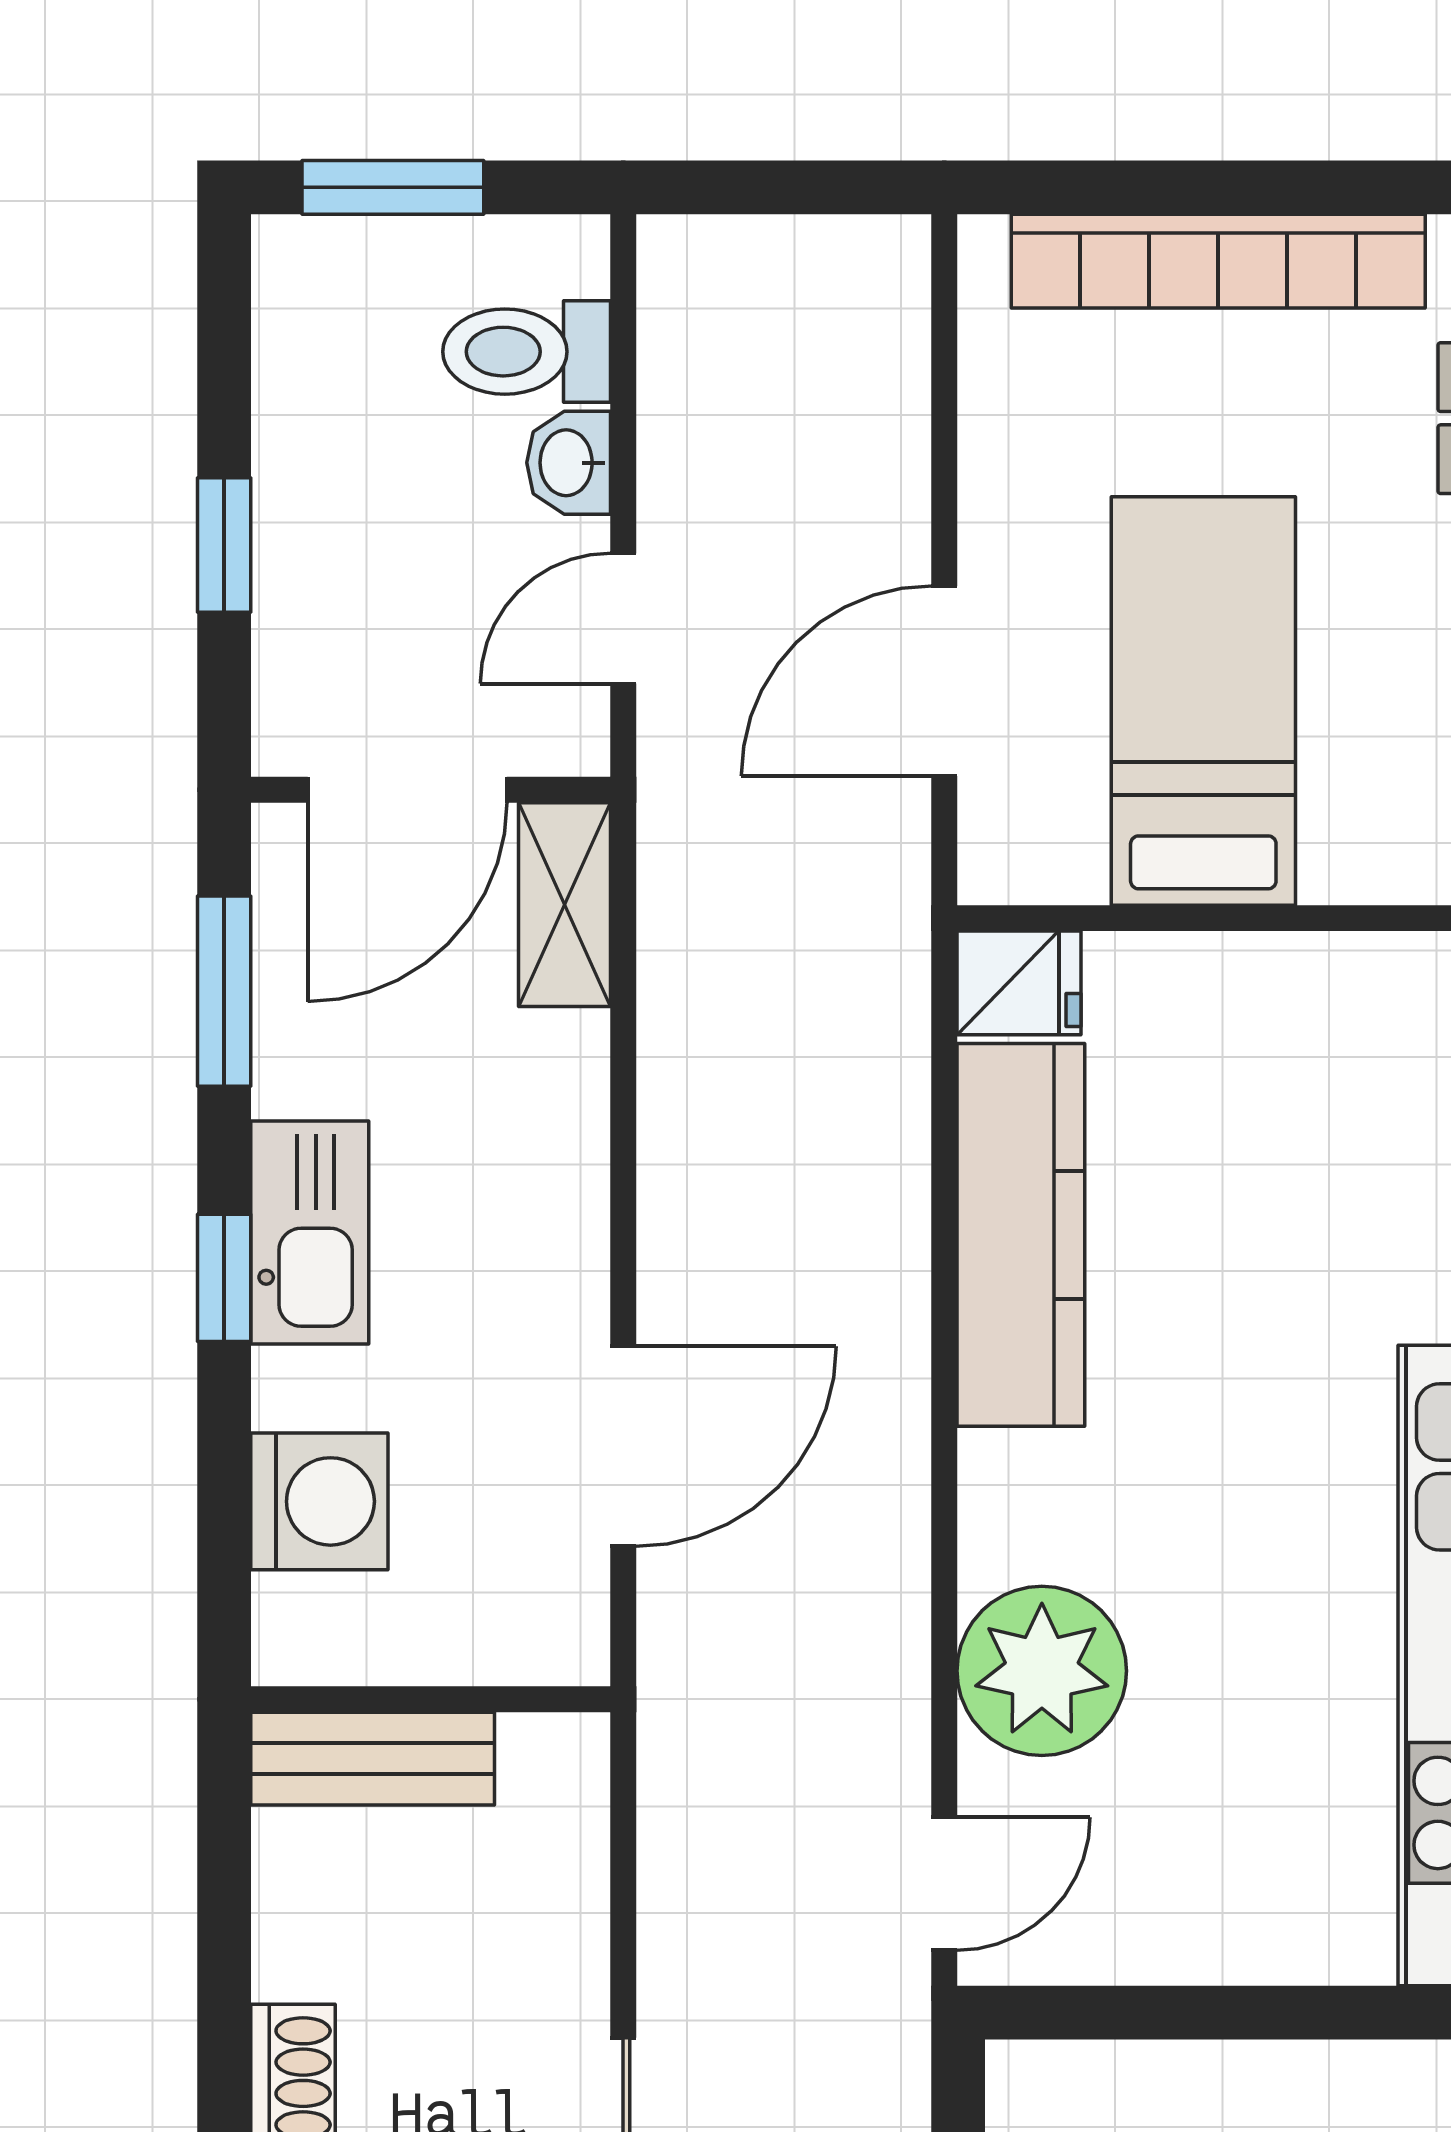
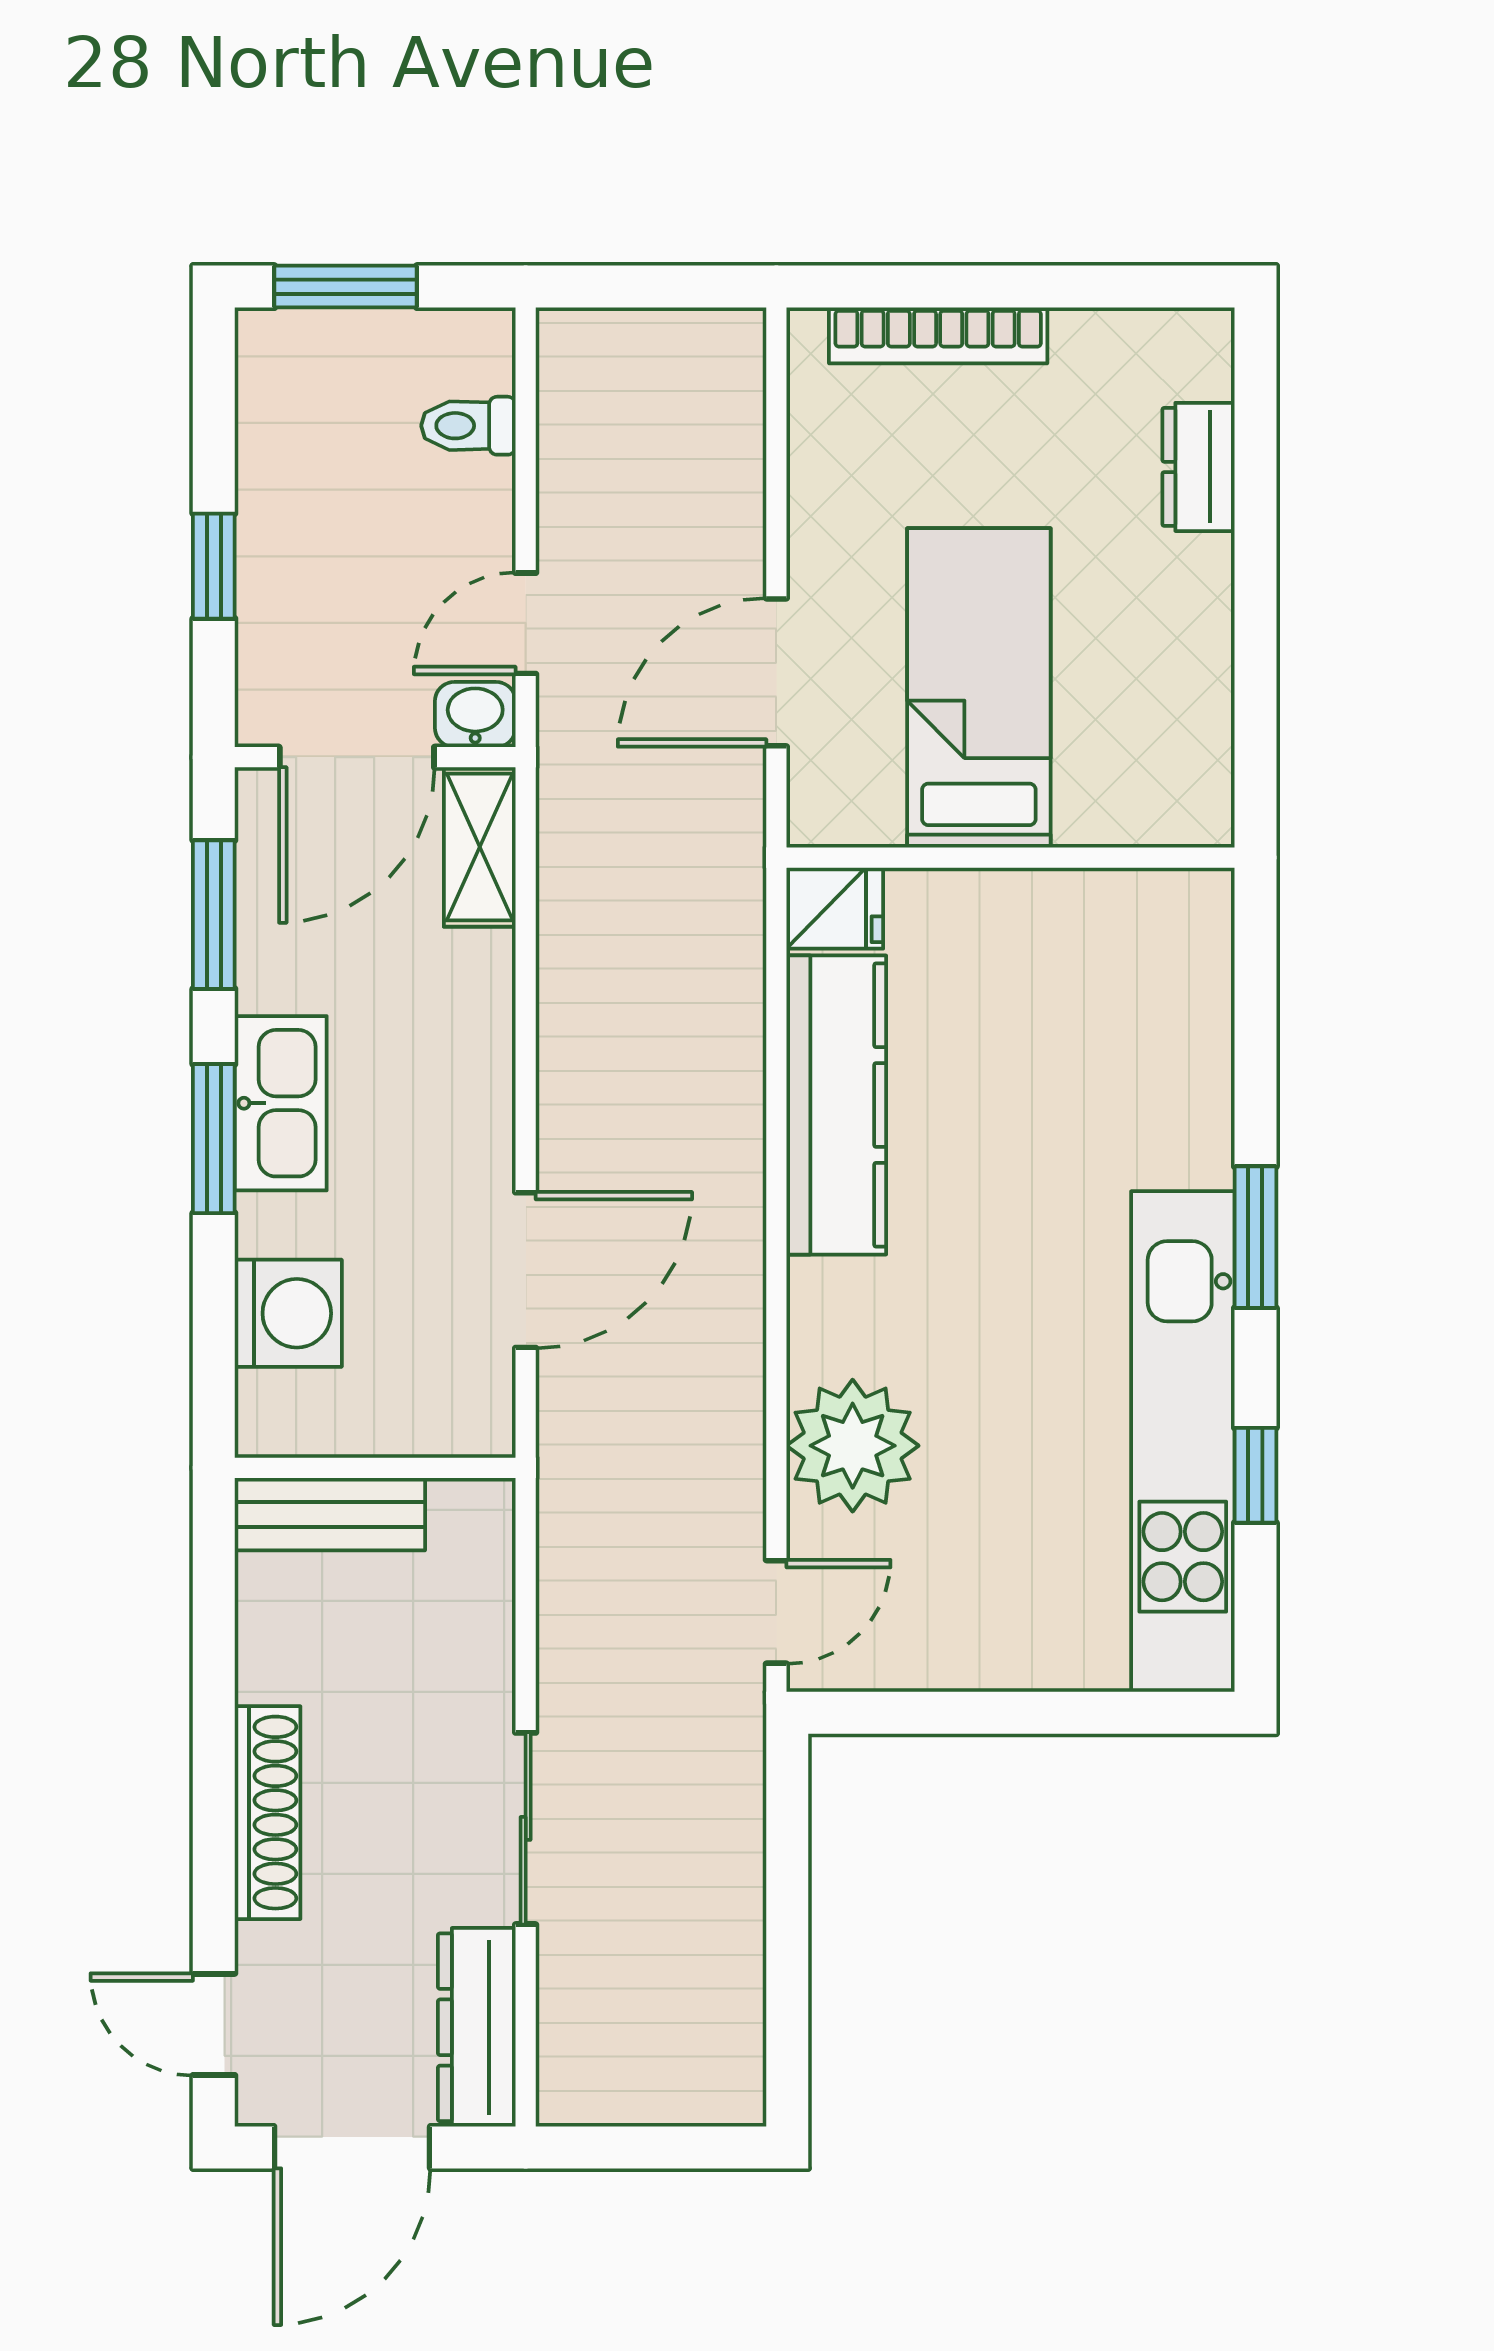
bookcase: (1218, 261) -> (938, 335), width x0.68, depth x0.76
toilet: (527, 352) -> (468, 426), width x0.73, depth x0.72
washbasin: (569, 463) -> (475, 715), moved, turned 90
window: (224, 1278) -> (214, 1139), width x1.50

